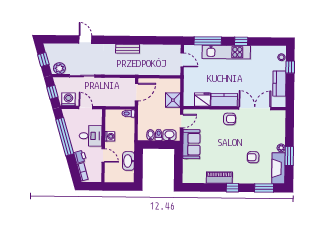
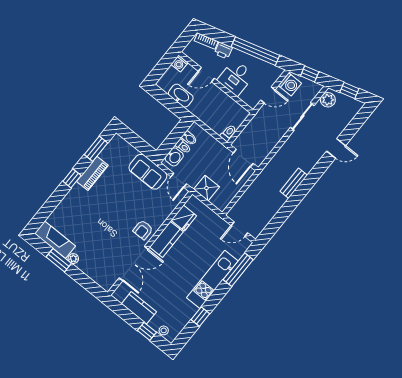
window: (241, 41) -> (200, 317), moved
washing machine: (110, 136) -> (179, 64), moved
armchair: (253, 157) -> (86, 223), removed
window: (264, 188) -> (96, 149), moved

